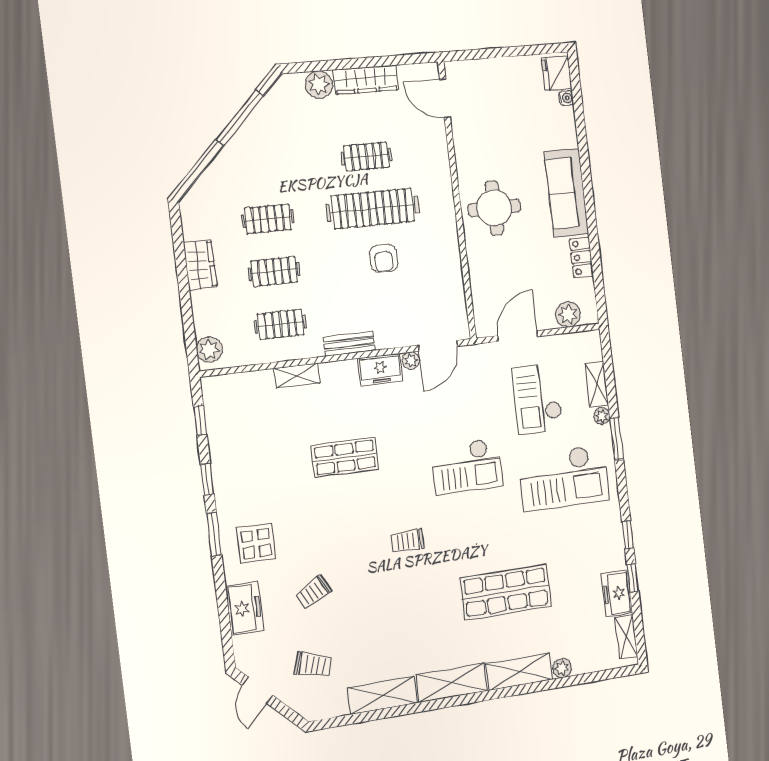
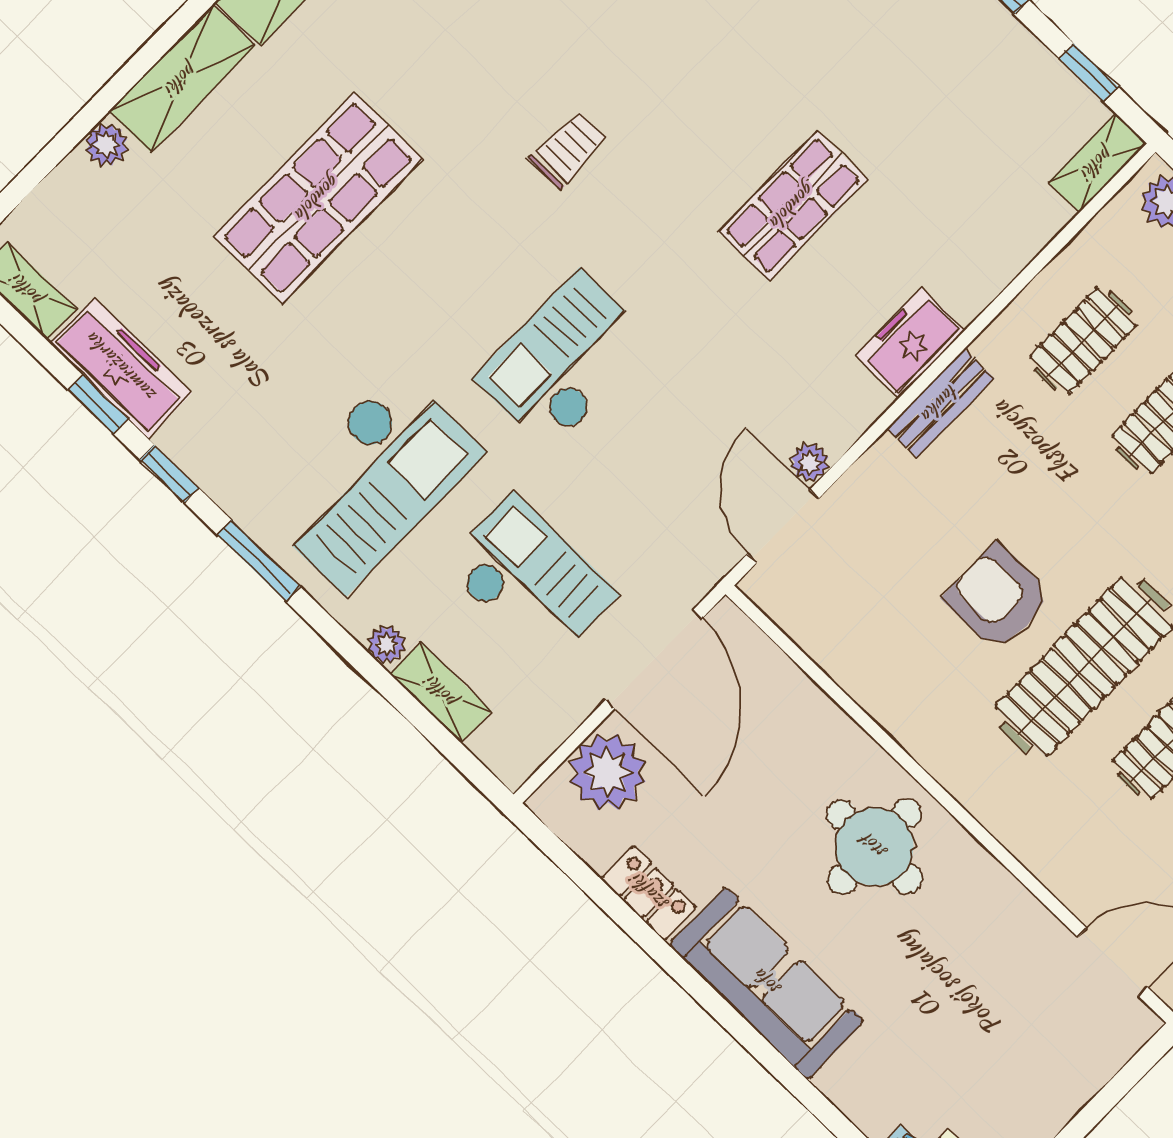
armchair: (384, 258) -> (998, 597), width x1.38, depth x1.38
plant: (568, 314) -> (608, 772), width x1.36, depth x1.36
door: (518, 336) -> (654, 659), width x1.36
freezer: (380, 370) -> (910, 343), moved
shelving: (297, 376) -> (1098, 163), moved
window: (617, 439) -> (259, 561), moved
checkout: (564, 478) -> (371, 480), turned 180
freezer: (617, 593) -> (121, 368), width x1.40

